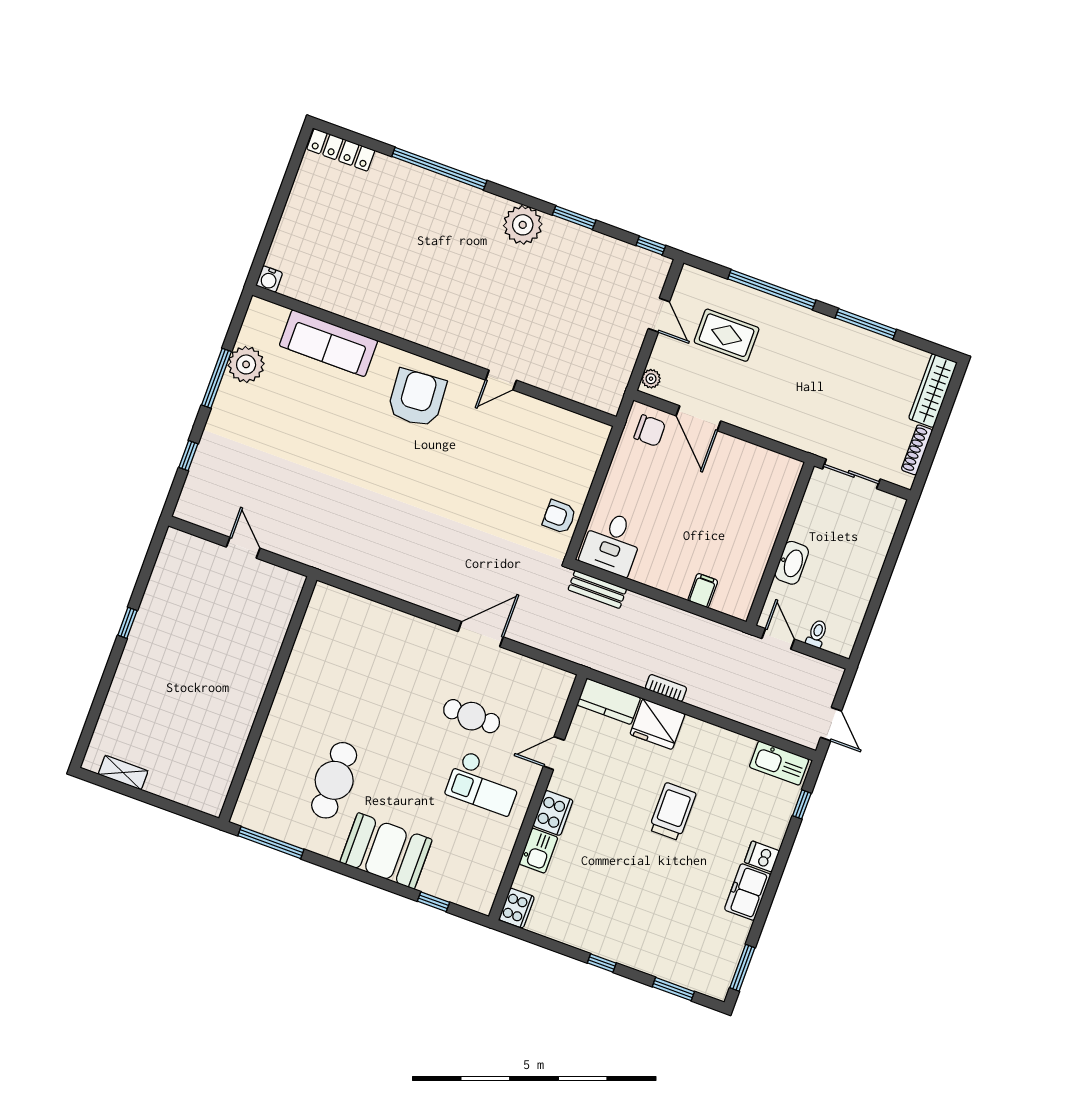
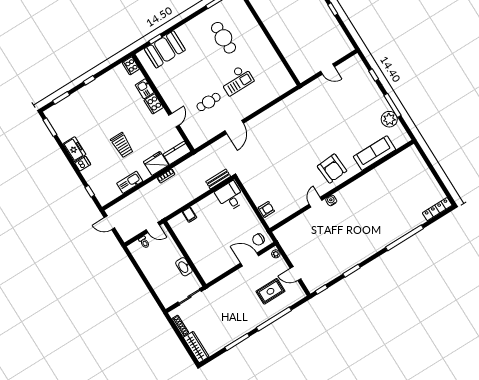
plant: (523, 225) -> (363, 251), removed
water cooler: (269, 279) -> (331, 200), moved
armchair: (559, 517) -> (266, 209), moved
washbasin: (792, 563) -> (184, 267), moved
kitchen sink: (779, 763) -> (130, 182), moved
checkout: (484, 783) -> (237, 80), moved, turned 180
booth: (386, 851) -> (165, 49), moved

